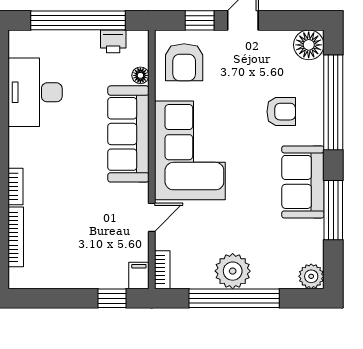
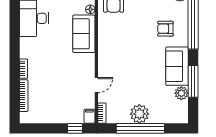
armchair: (281, 112) -> (165, 29), turned 180
sofa: (128, 134) -> (84, 34), width x0.73
corner sofa: (190, 150) -> (117, 49), removed
plant: (311, 276) -> (181, 93), moved

